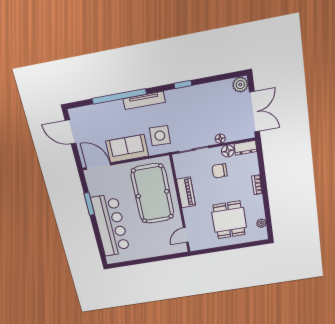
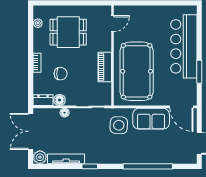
tv unit: (144, 100) -> (66, 159), moved
chair: (220, 171) -> (61, 74), moved
dining table: (229, 220) -> (68, 32), turned 90

